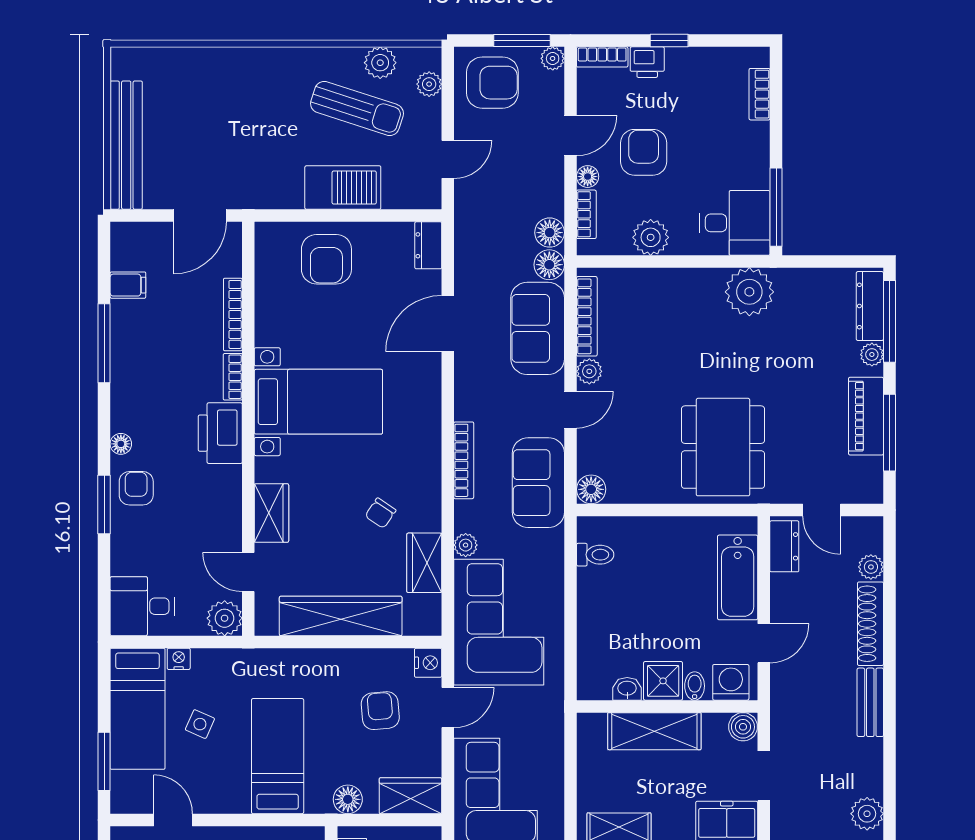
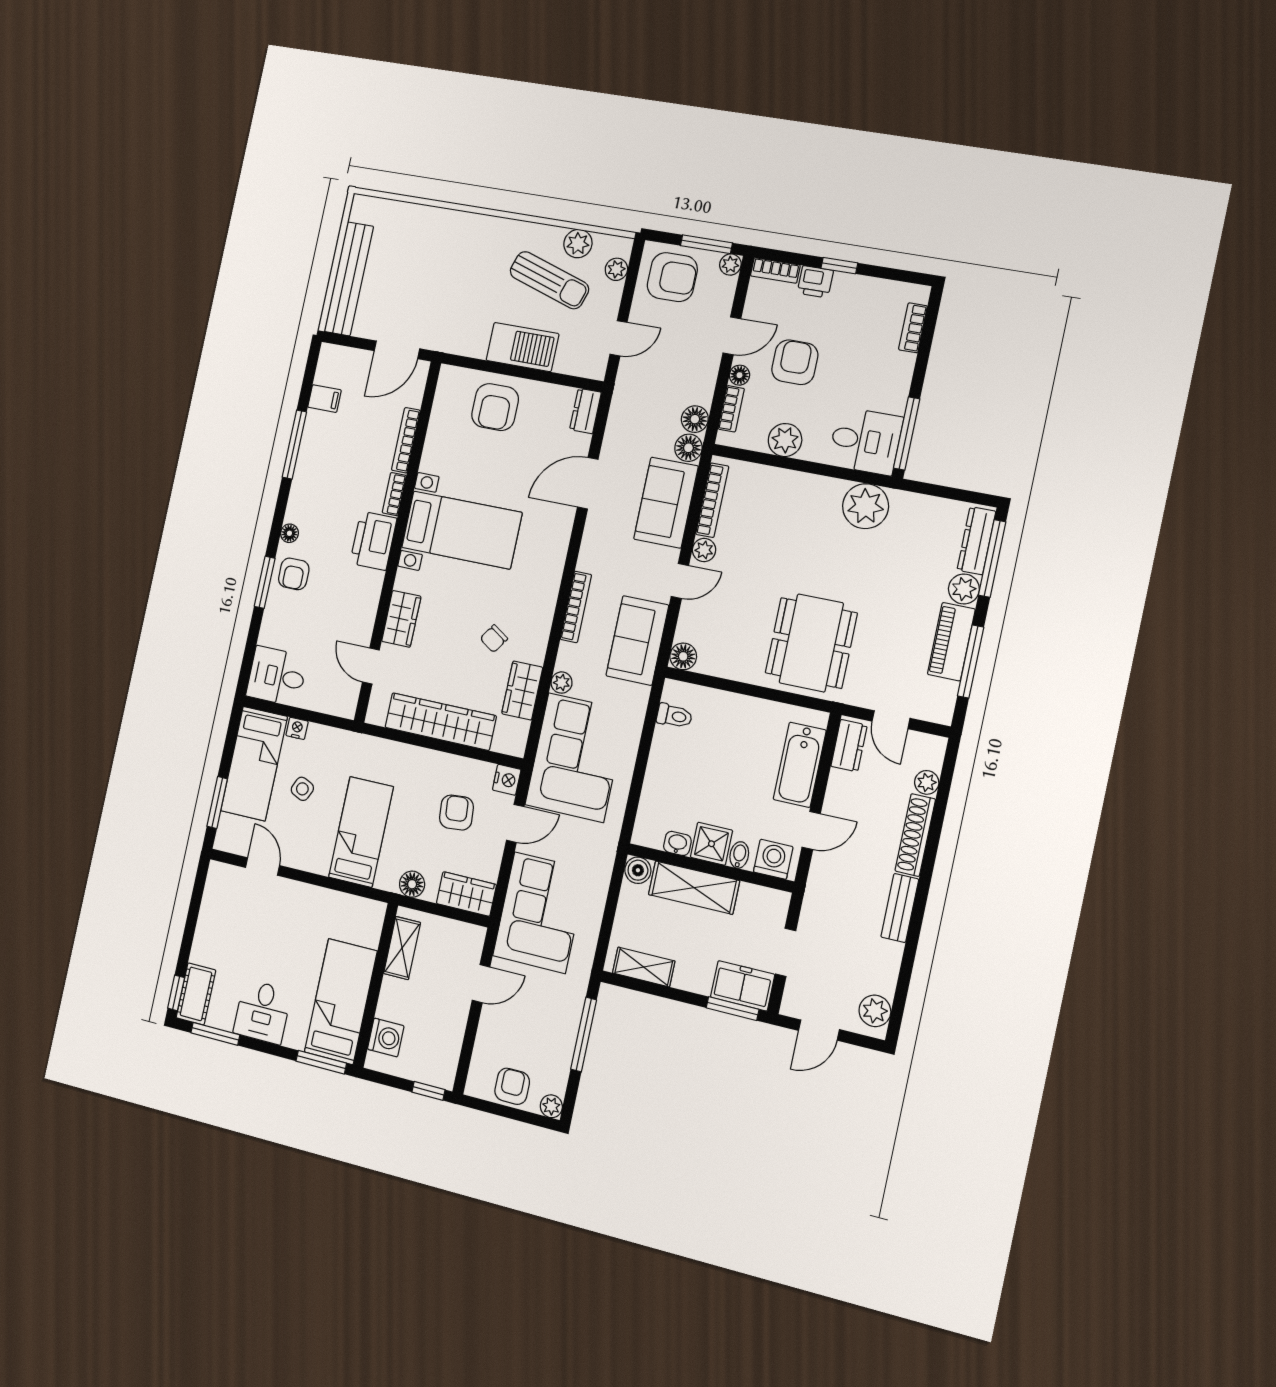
plant: (872, 355) -> (964, 589), width x1.38, depth x1.38
armchair: (136, 488) -> (294, 574), turned 180
plant: (225, 618) -> (342, 702), removed
boiler: (743, 727) -> (638, 870), moved

